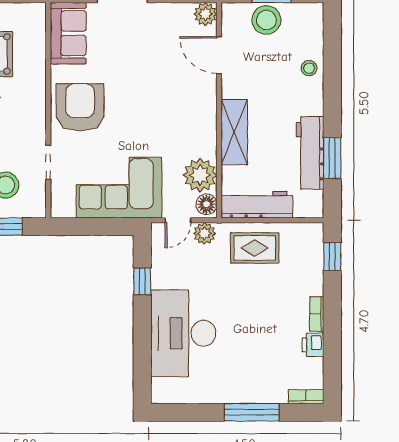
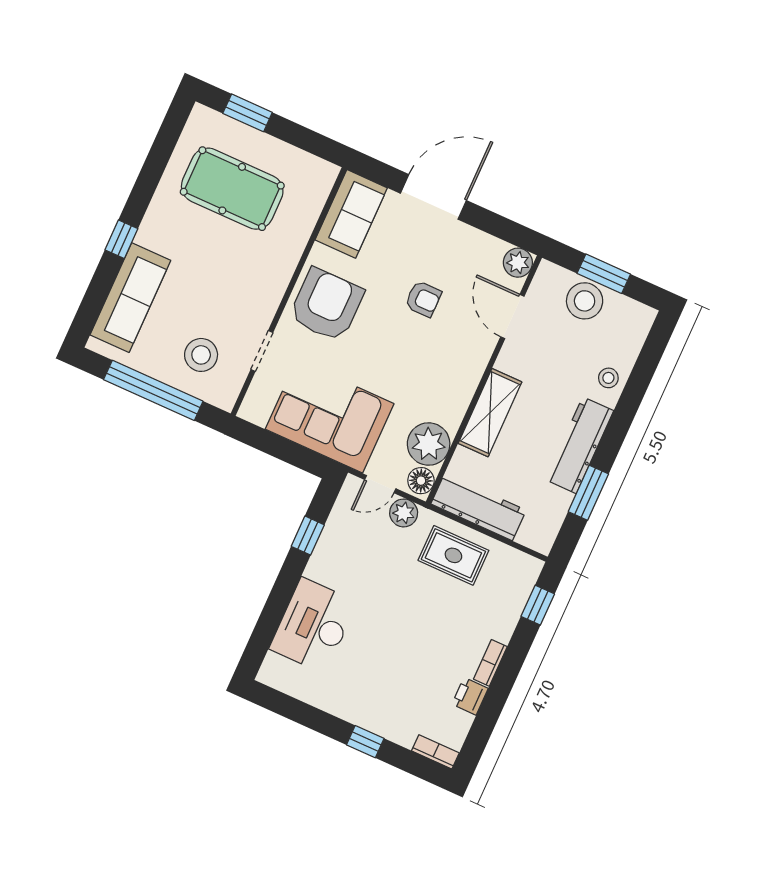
armchair: (148, 71) -> (423, 299), added
workbench: (310, 153) -> (579, 445), moved
desk: (183, 333) -> (313, 625), width x0.73, depth x0.77
window: (252, 412) -> (365, 742), width x0.46

